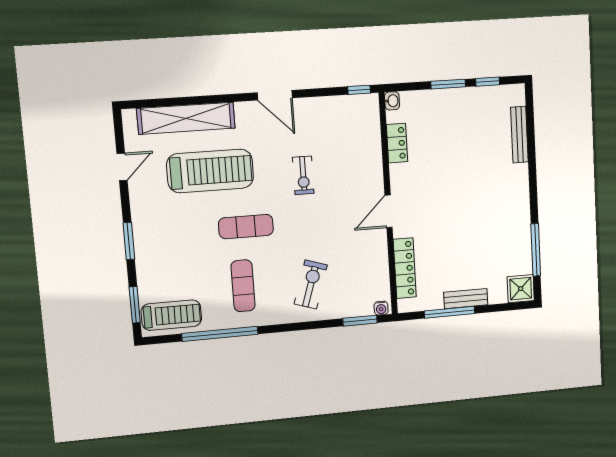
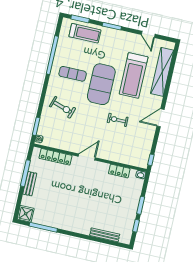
door: (389, 211) -> (87, 157), hinge flipped
exercise mat: (246, 227) -> (101, 84), width x2.00, depth x1.45
treadmill: (171, 315) -> (85, 33), moved, turned -90

